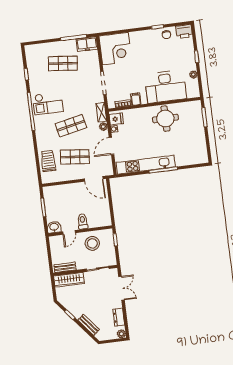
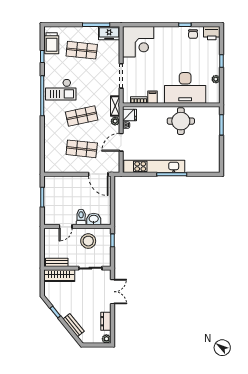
trolley: (48, 161) -> (52, 43), moved, turned 180
washbasin: (54, 227) -> (94, 219), moved

